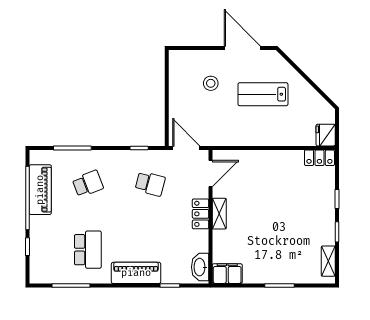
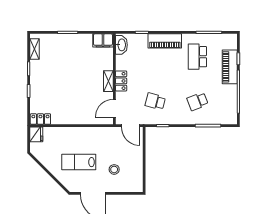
lab bench: (263, 94) -> (79, 162), turned 180
piano: (40, 190) -> (230, 67), moved

